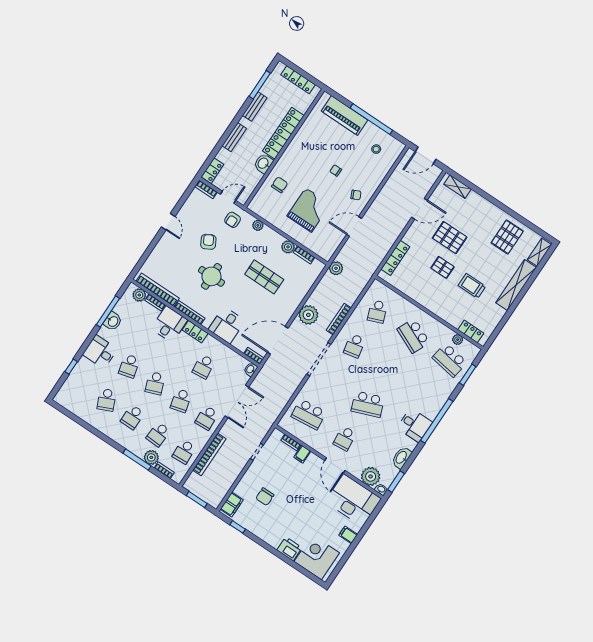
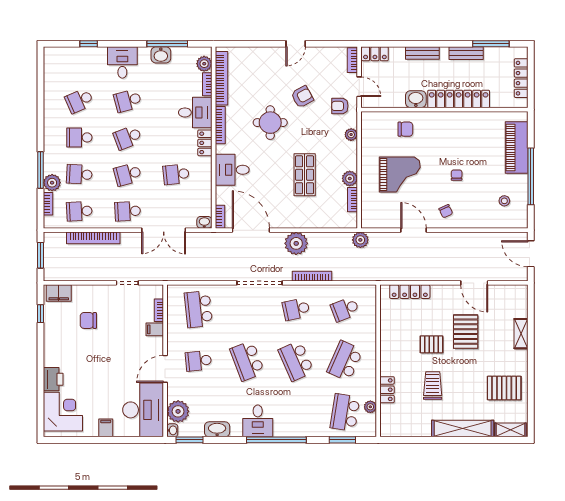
shelving: (458, 187) -> (521, 334), moved
pallet: (443, 267) -> (431, 344), turned 90
locker: (471, 331) -> (387, 390), moved
school desk: (391, 370) -> (296, 361), added

